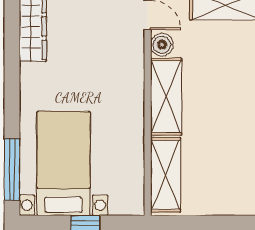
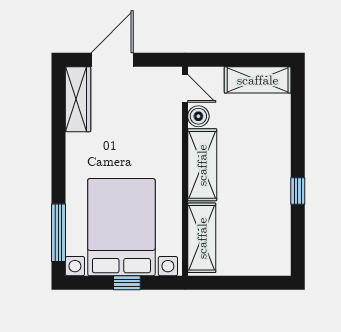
bed with nightstands: (63, 164) -> (121, 227), width x1.36

